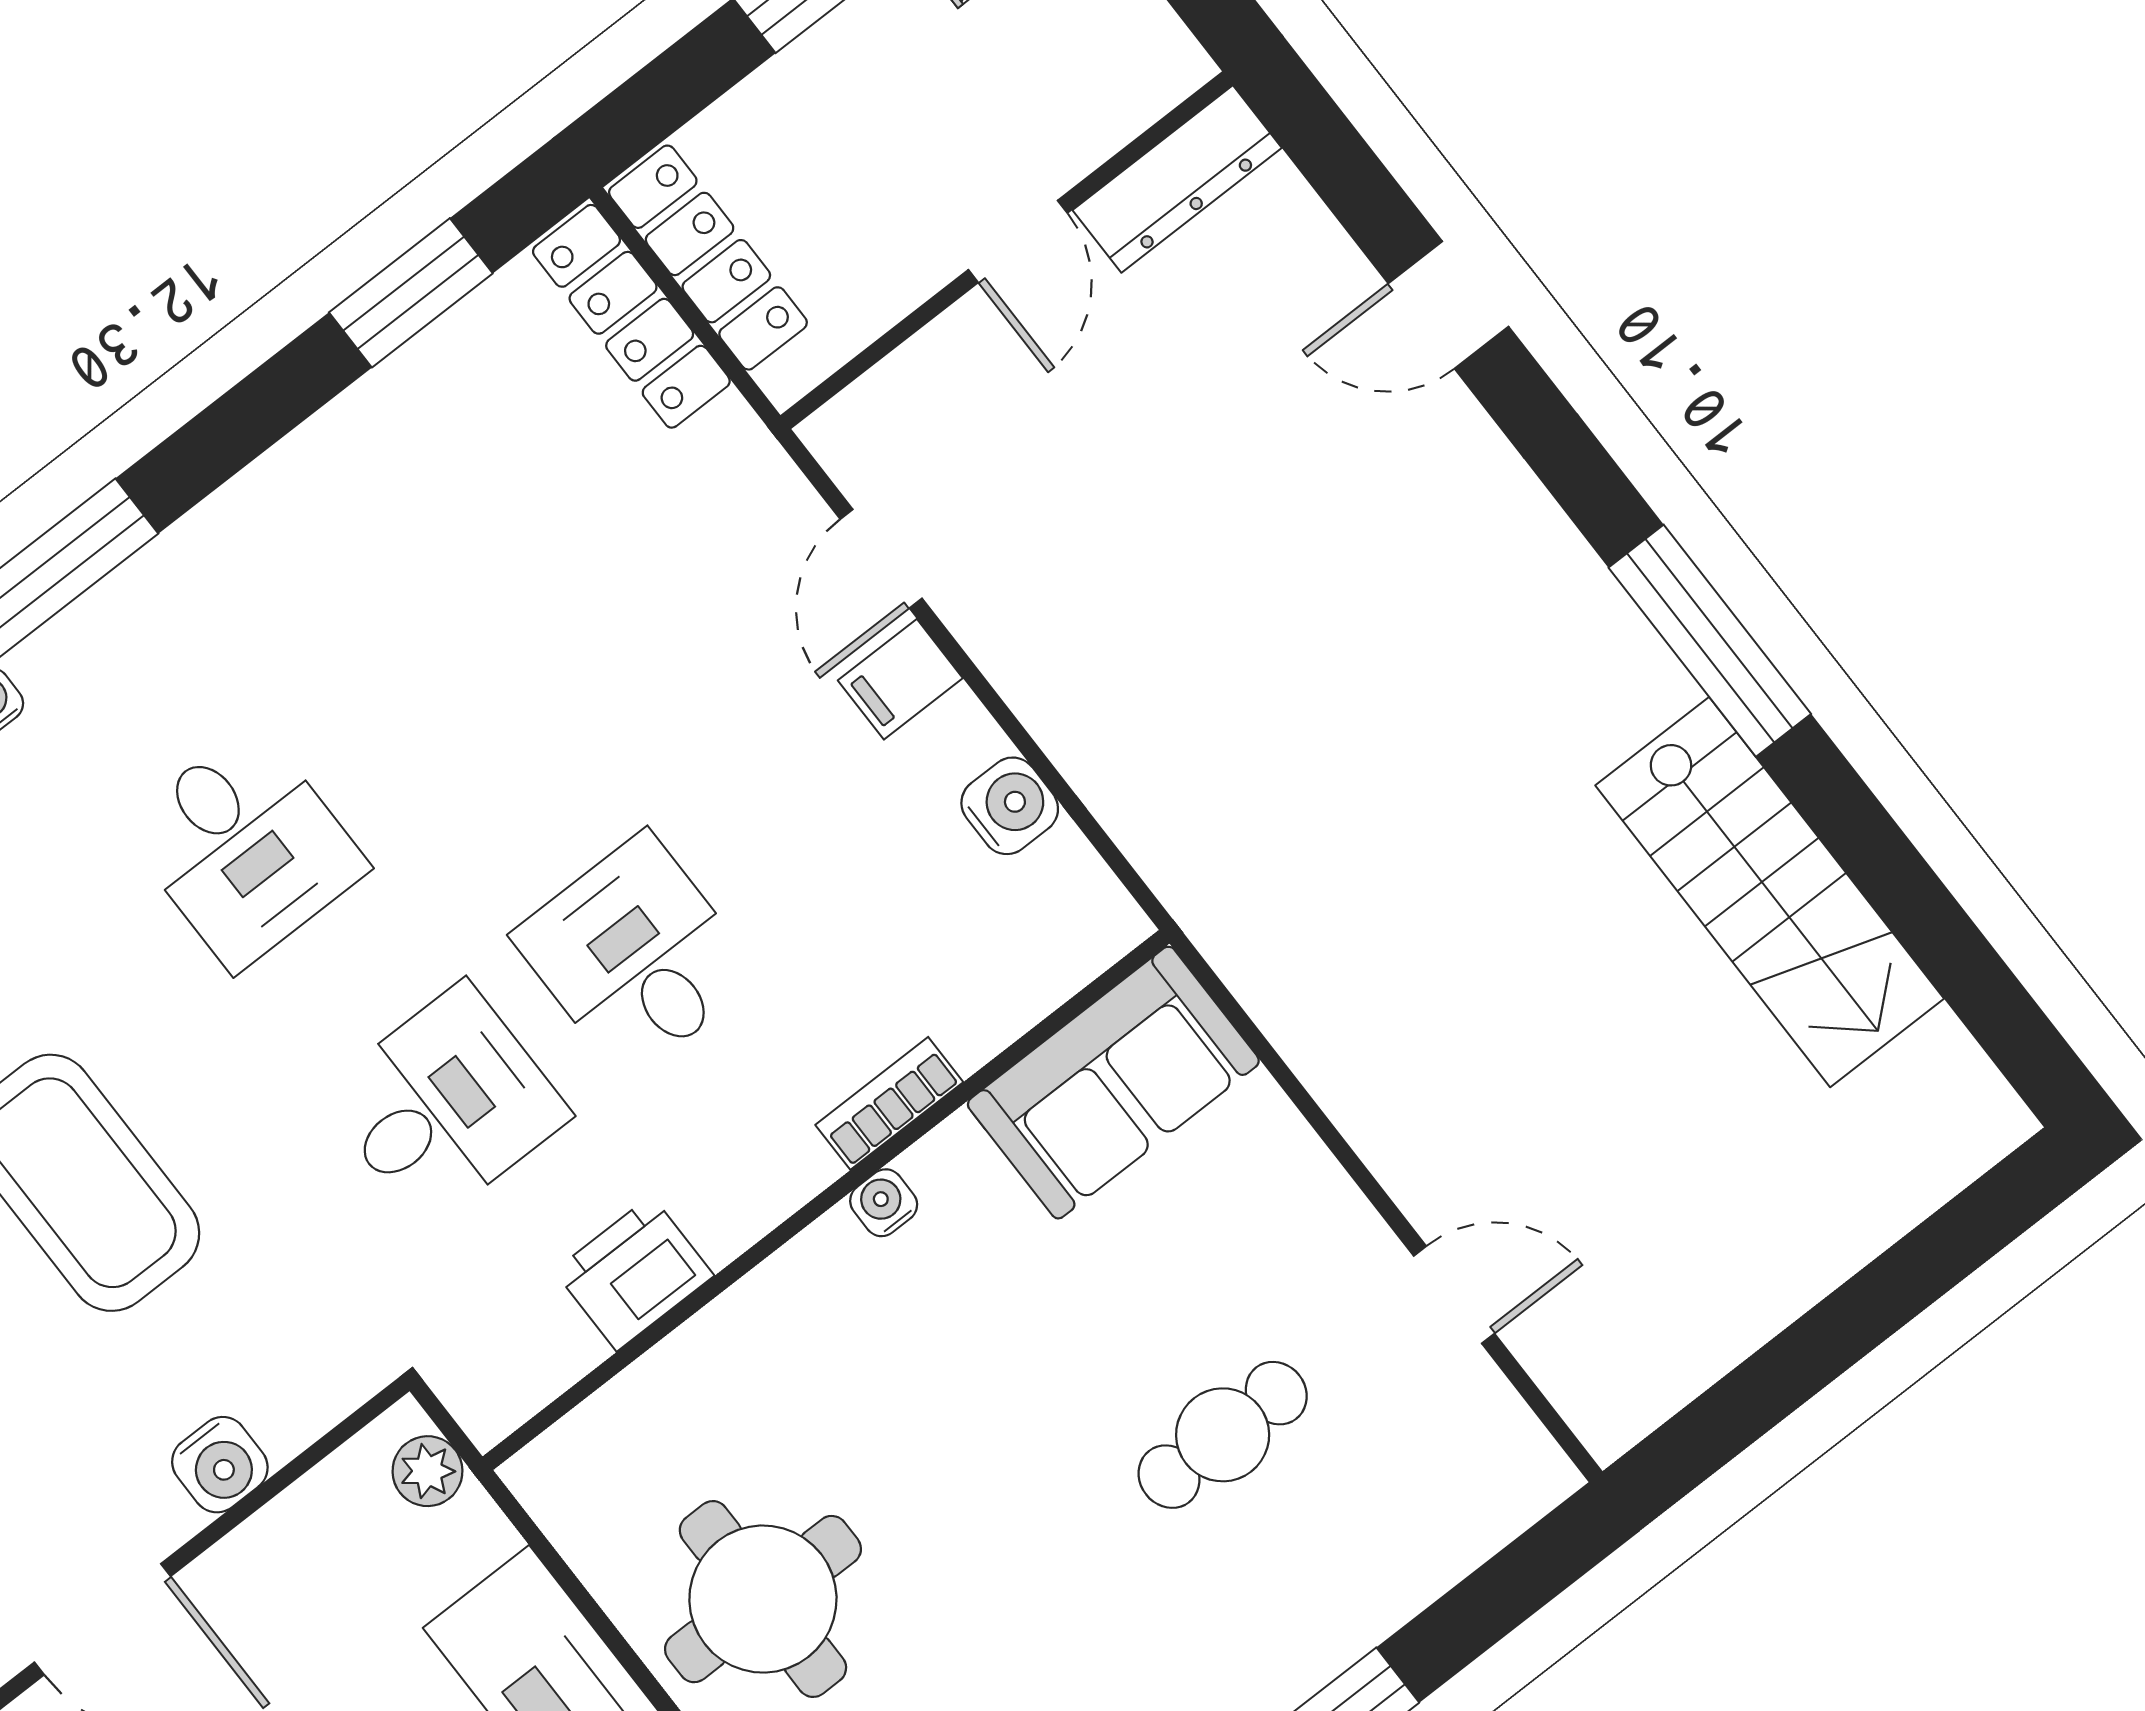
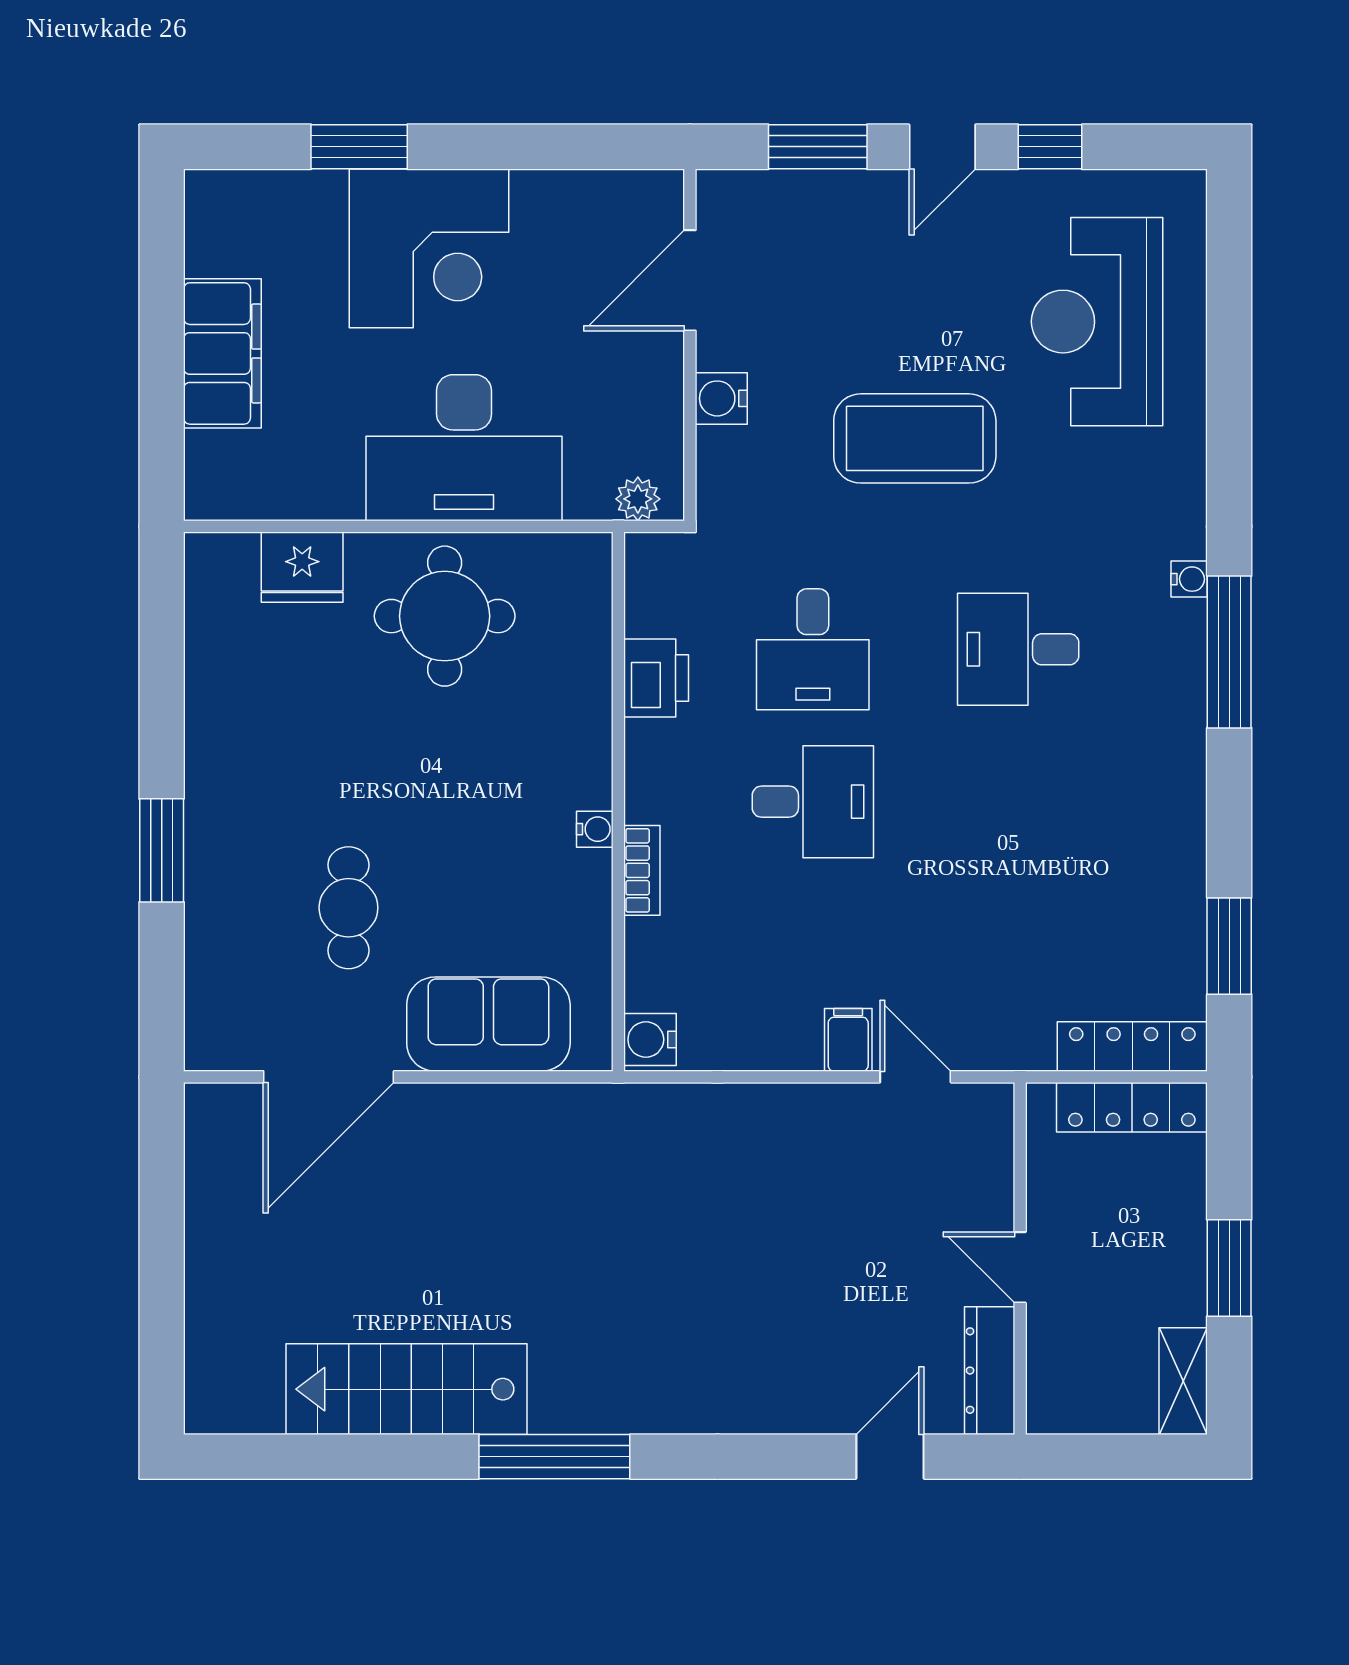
door: (1448, 305) -> (890, 1457), moved
water cooler: (1010, 806) -> (650, 1040), moved, turned 90
sofa: (1113, 1083) -> (488, 1024), moved, turned 90
door: (1454, 1295) -> (329, 1077), width x1.88

